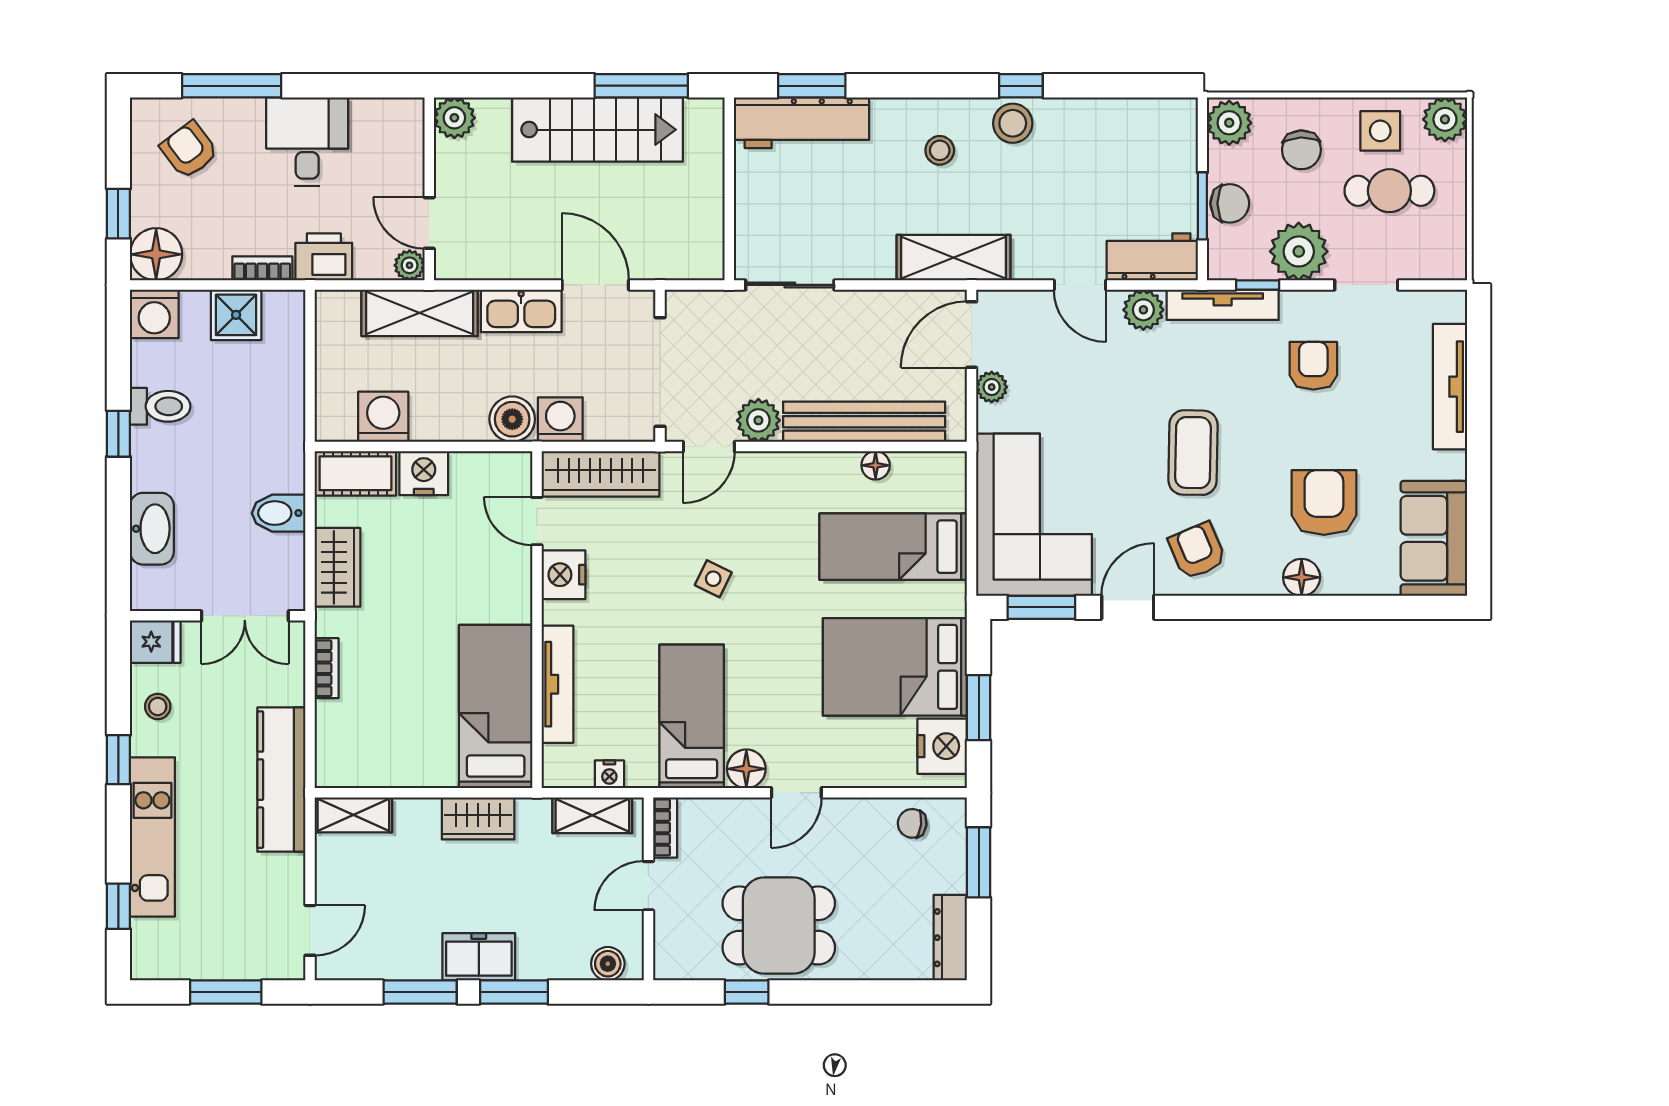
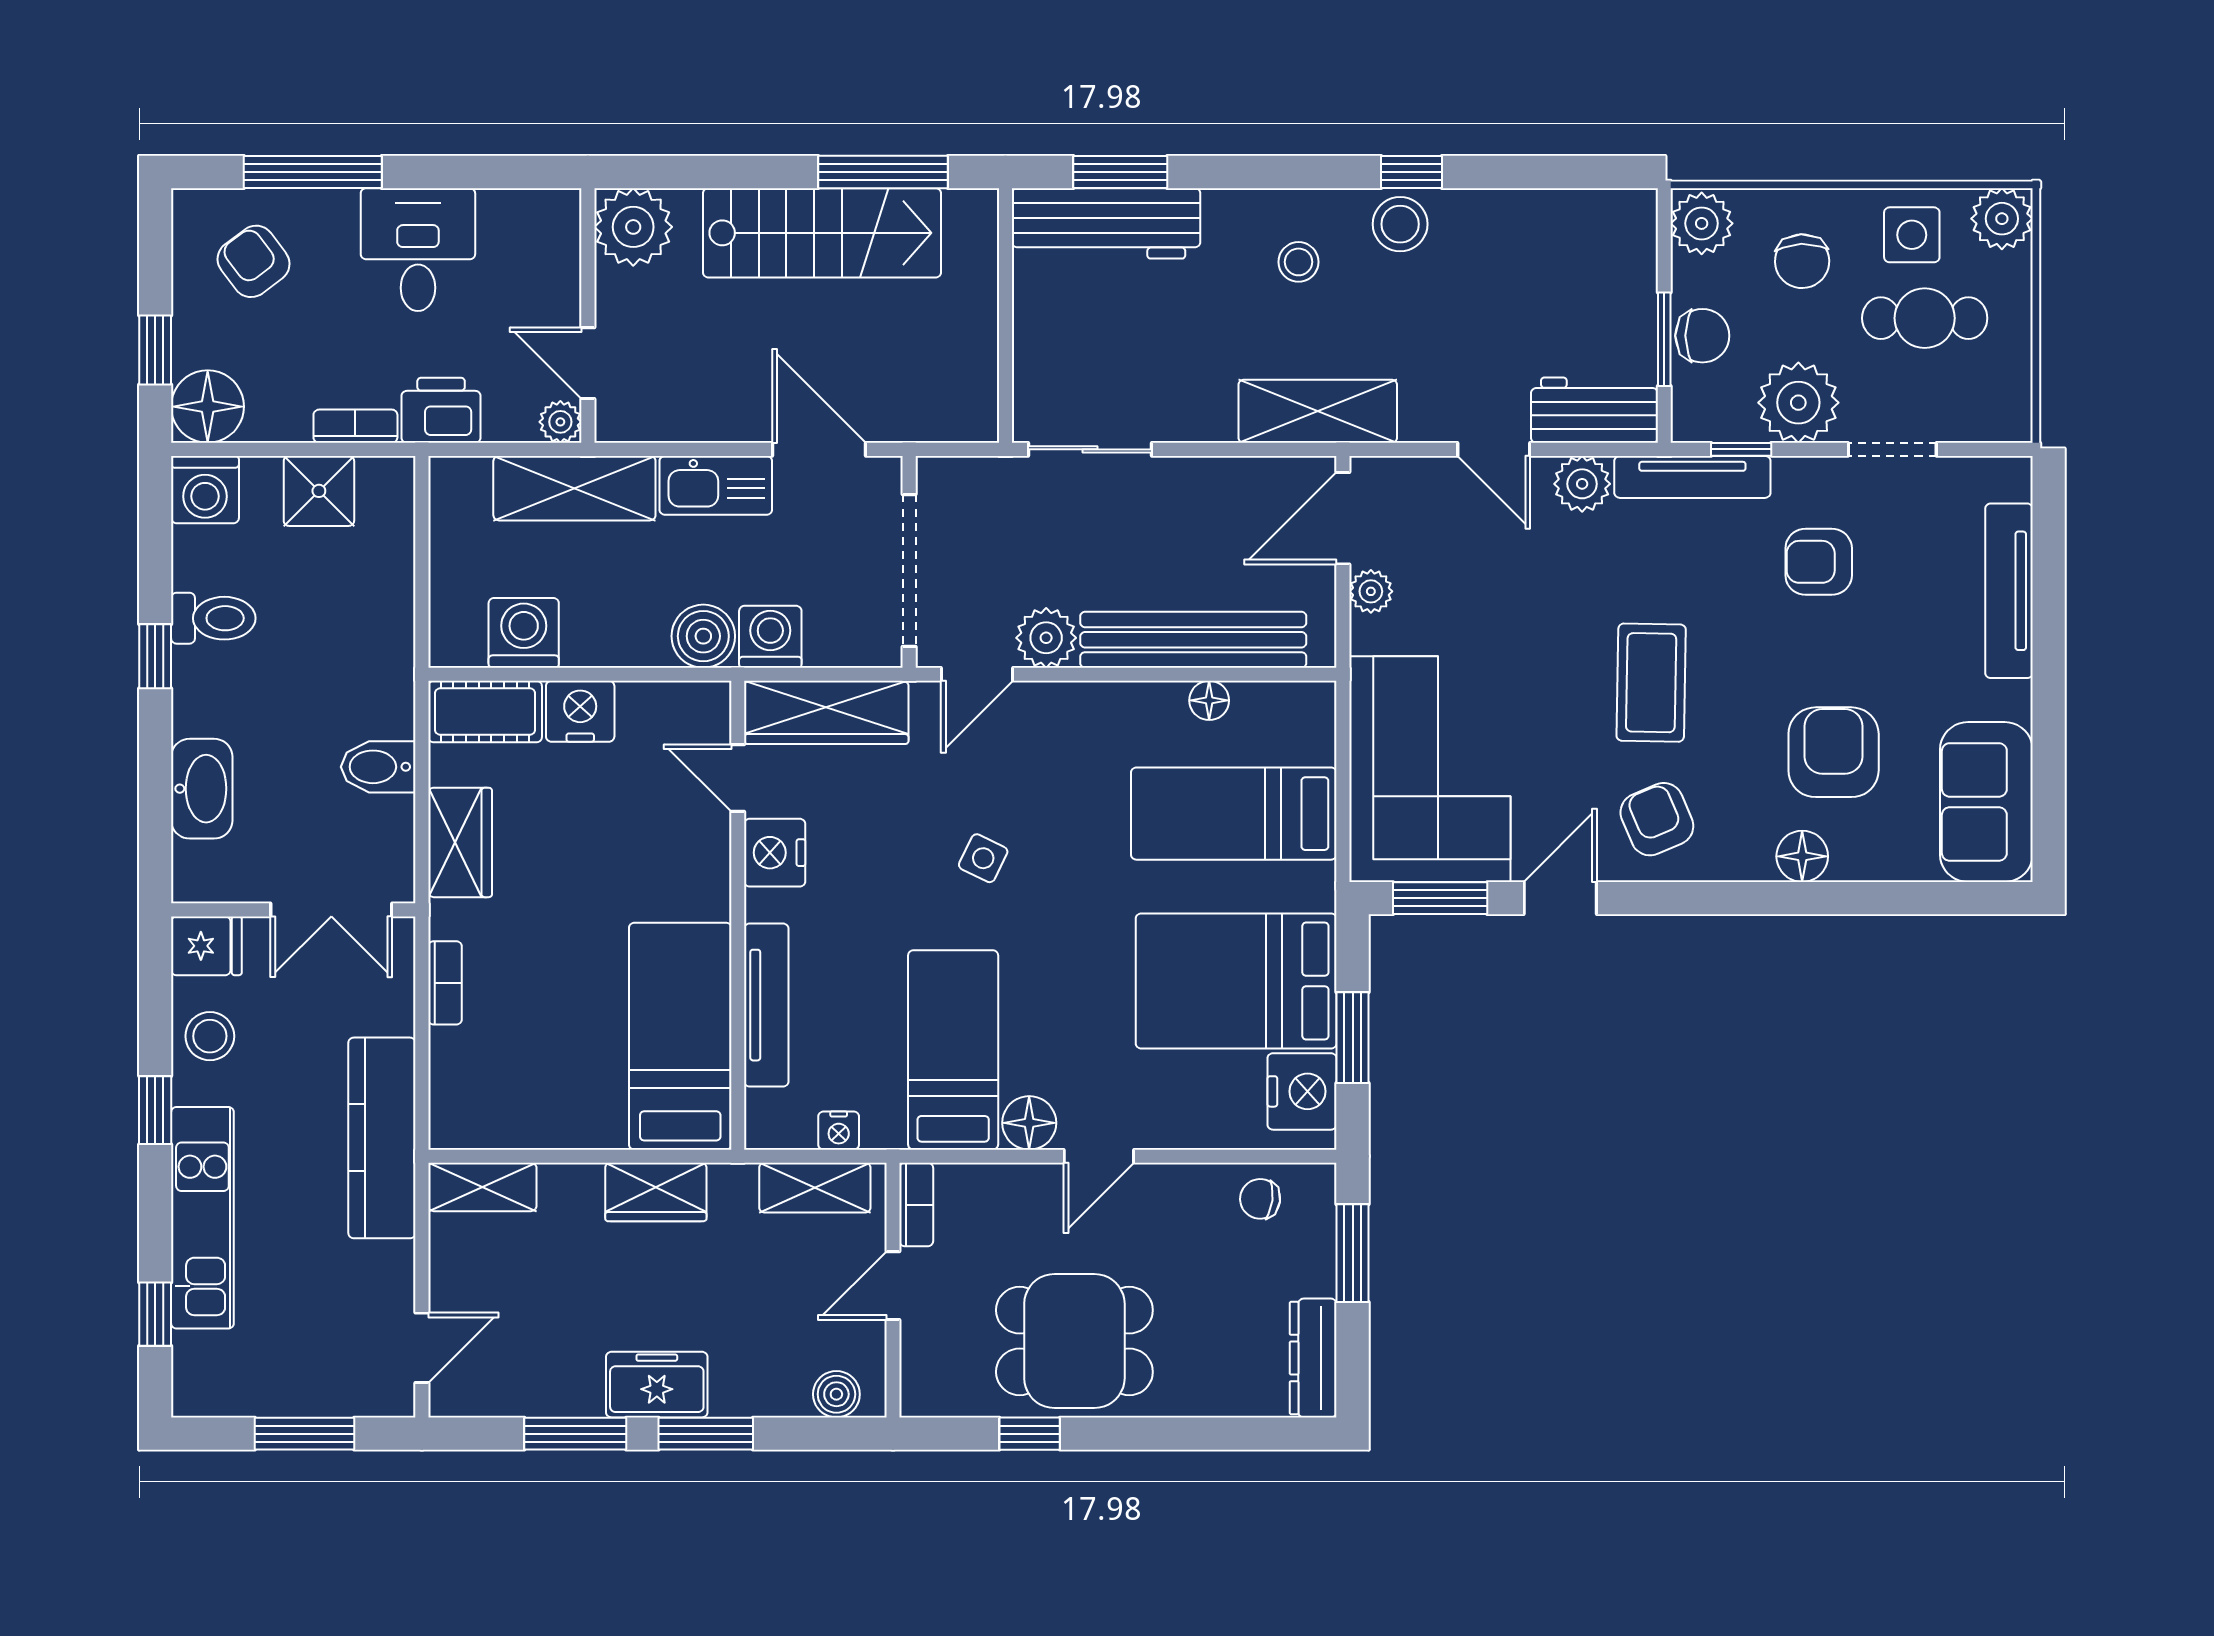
plant: (454, 118) -> (633, 227), width x1.36, depth x1.36
armchair: (1313, 366) -> (1819, 562), turned -90
stool: (158, 706) -> (210, 1036), width x1.37, depth x1.37

